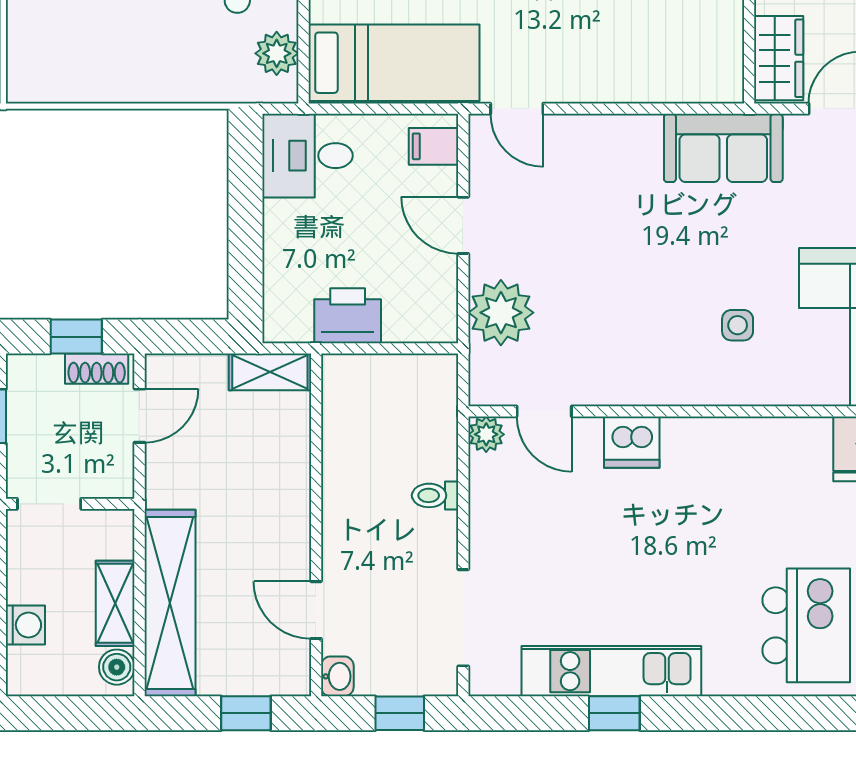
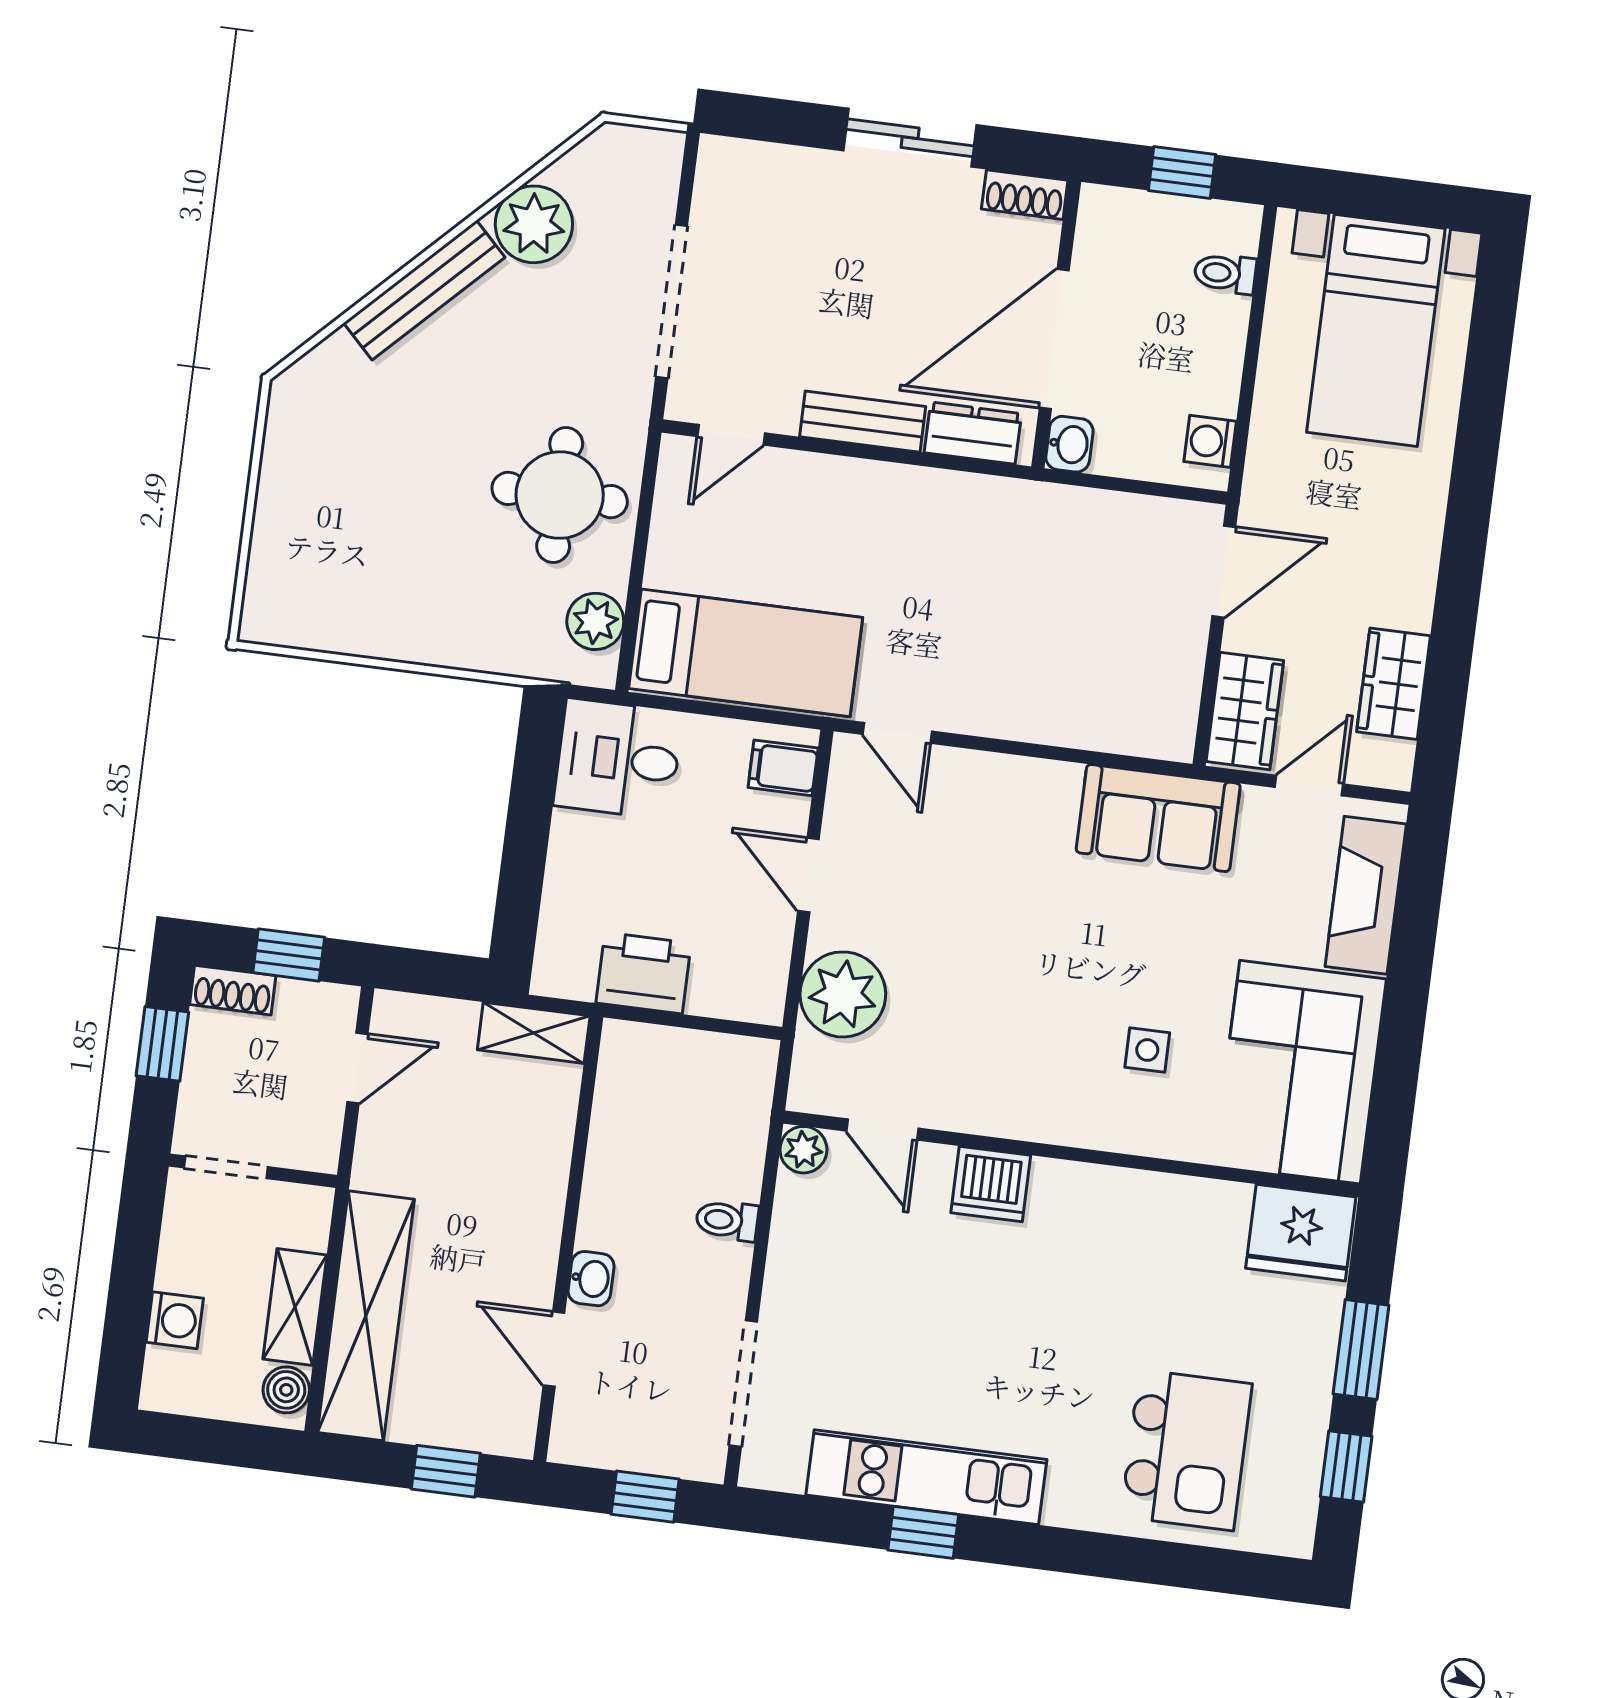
shoe rack: (97, 369) -> (233, 990), moved
washbasin: (337, 676) -> (591, 1279), moved

